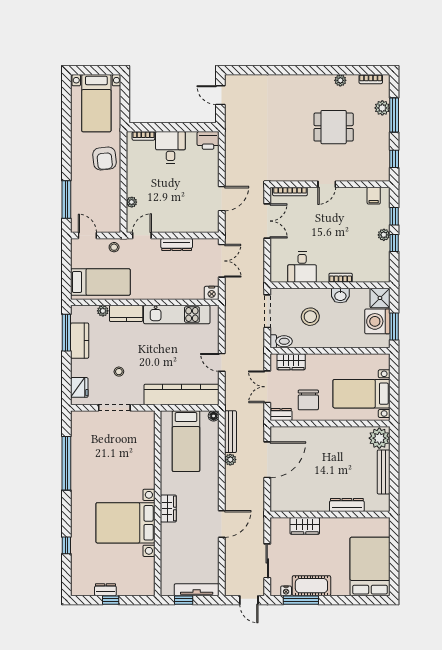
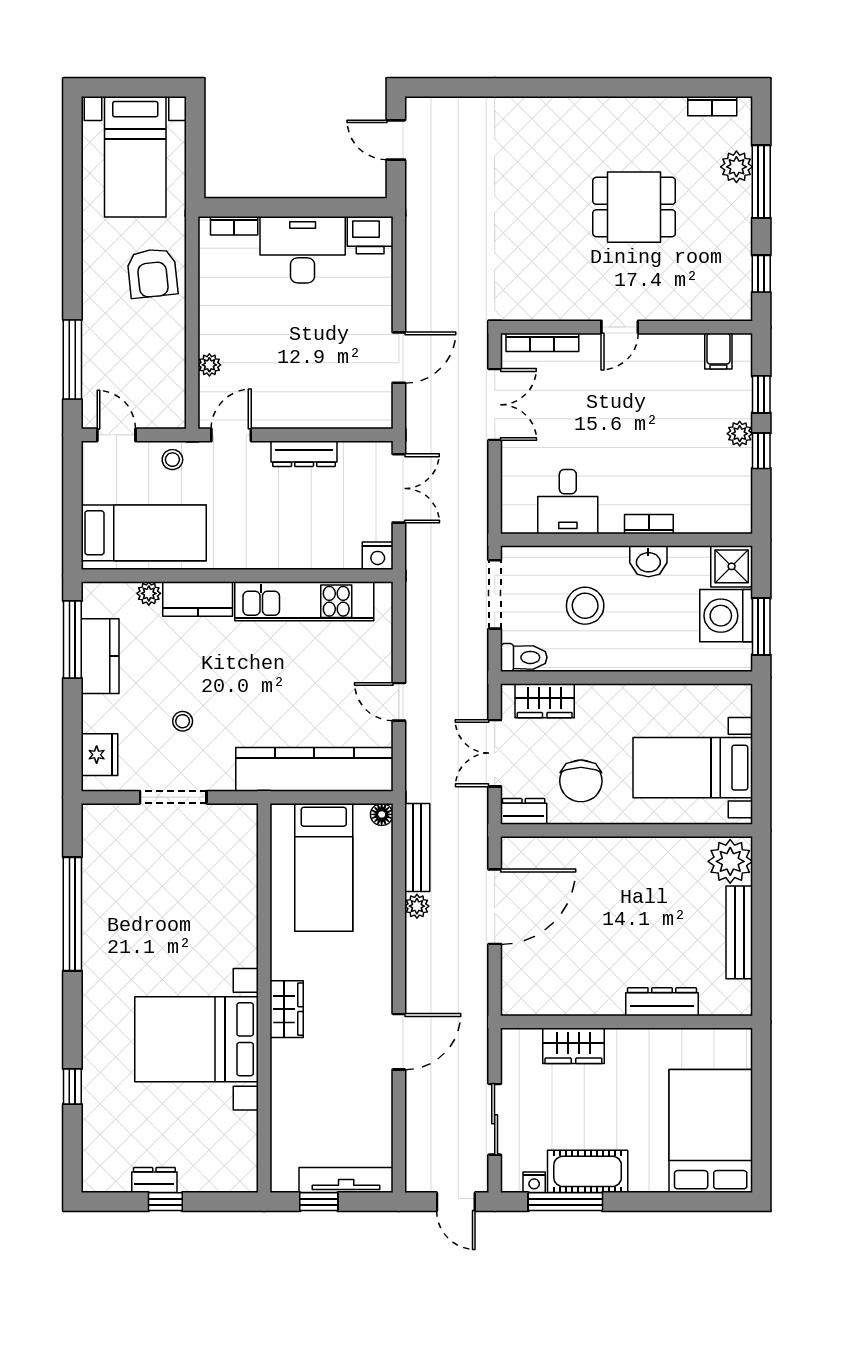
plant: (340, 80) -> (648, 109), removed
desk: (170, 147) -> (303, 250), width x1.37

